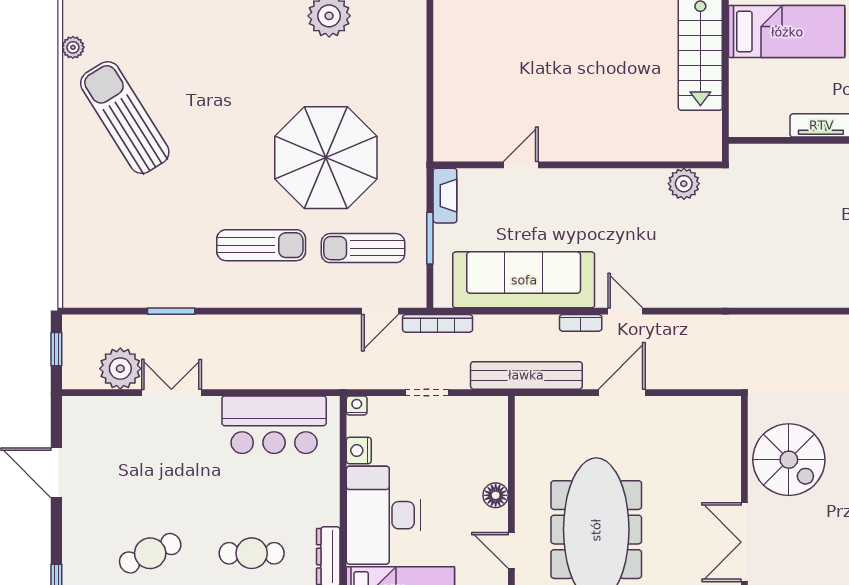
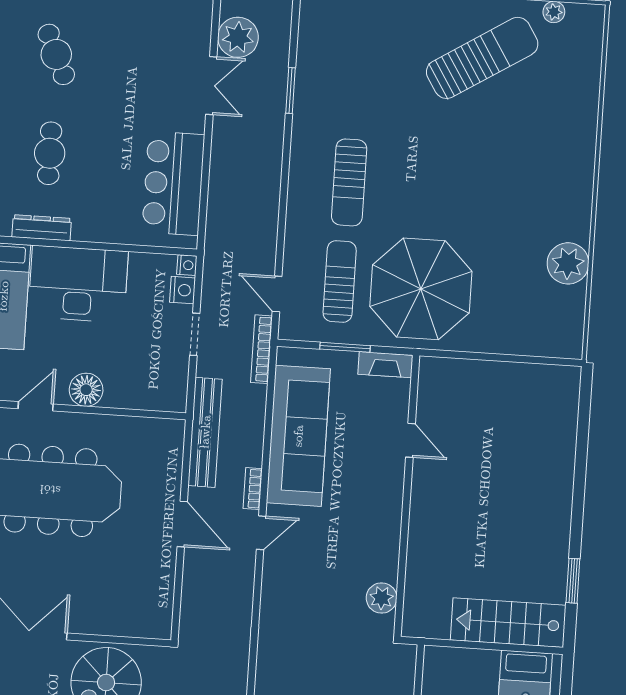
parasol: (326, 158) -> (421, 289), moved
nightstand: (359, 451) -> (183, 290), moved, turned 90
floor lamp: (496, 495) -> (86, 390), width x1.38, depth x1.38

